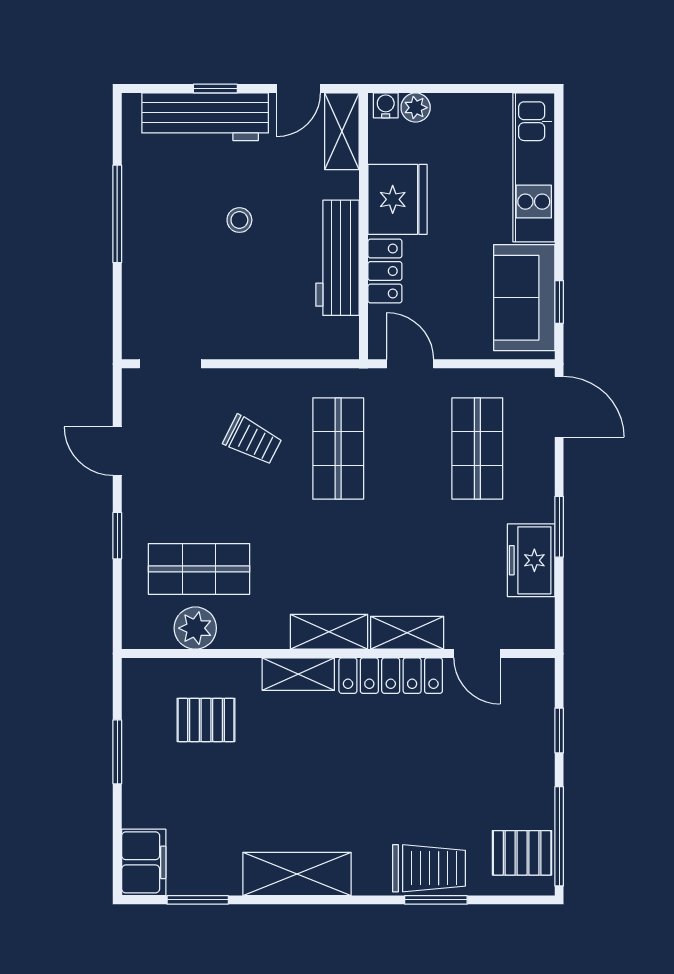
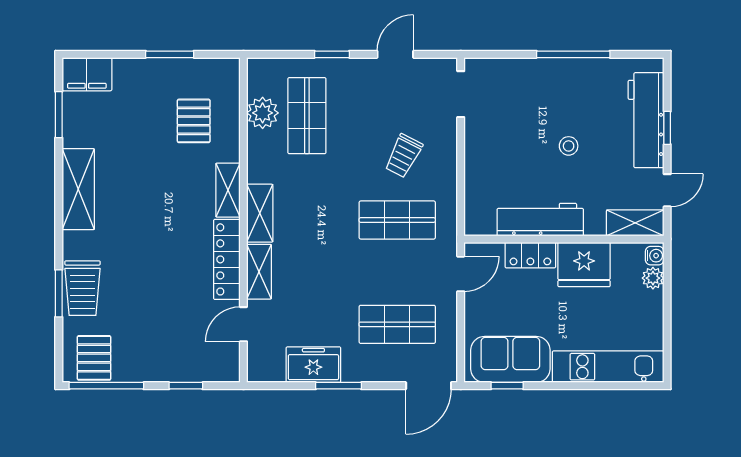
door: (299, 89) -> (667, 190), swing flipped

